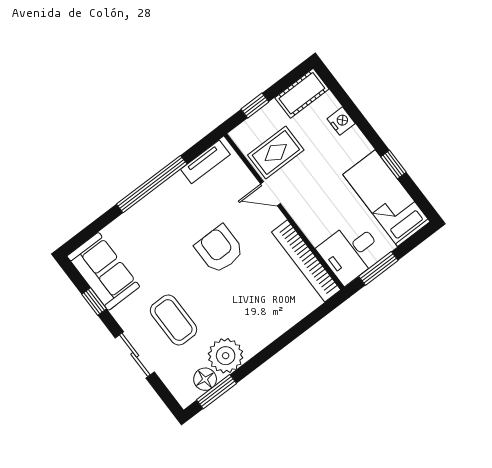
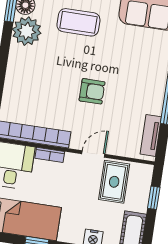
bookcase: (309, 229) -> (50, 155), added
armchair: (219, 249) -> (92, 91), width x0.72, depth x0.72

